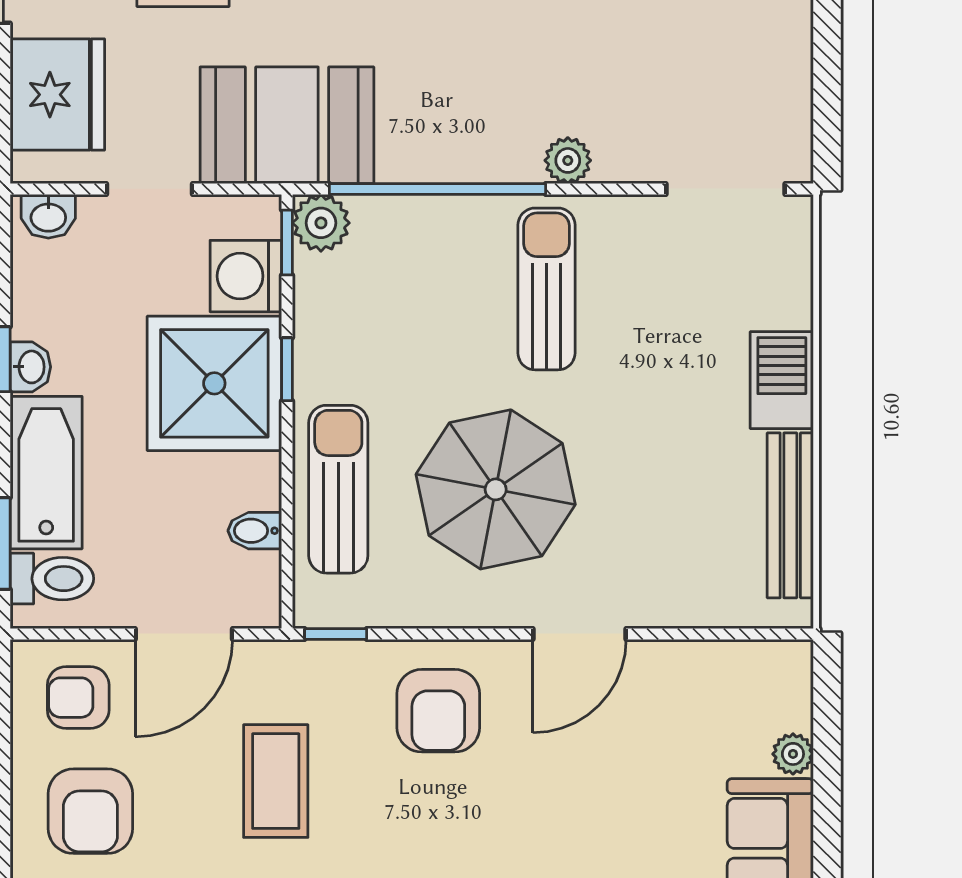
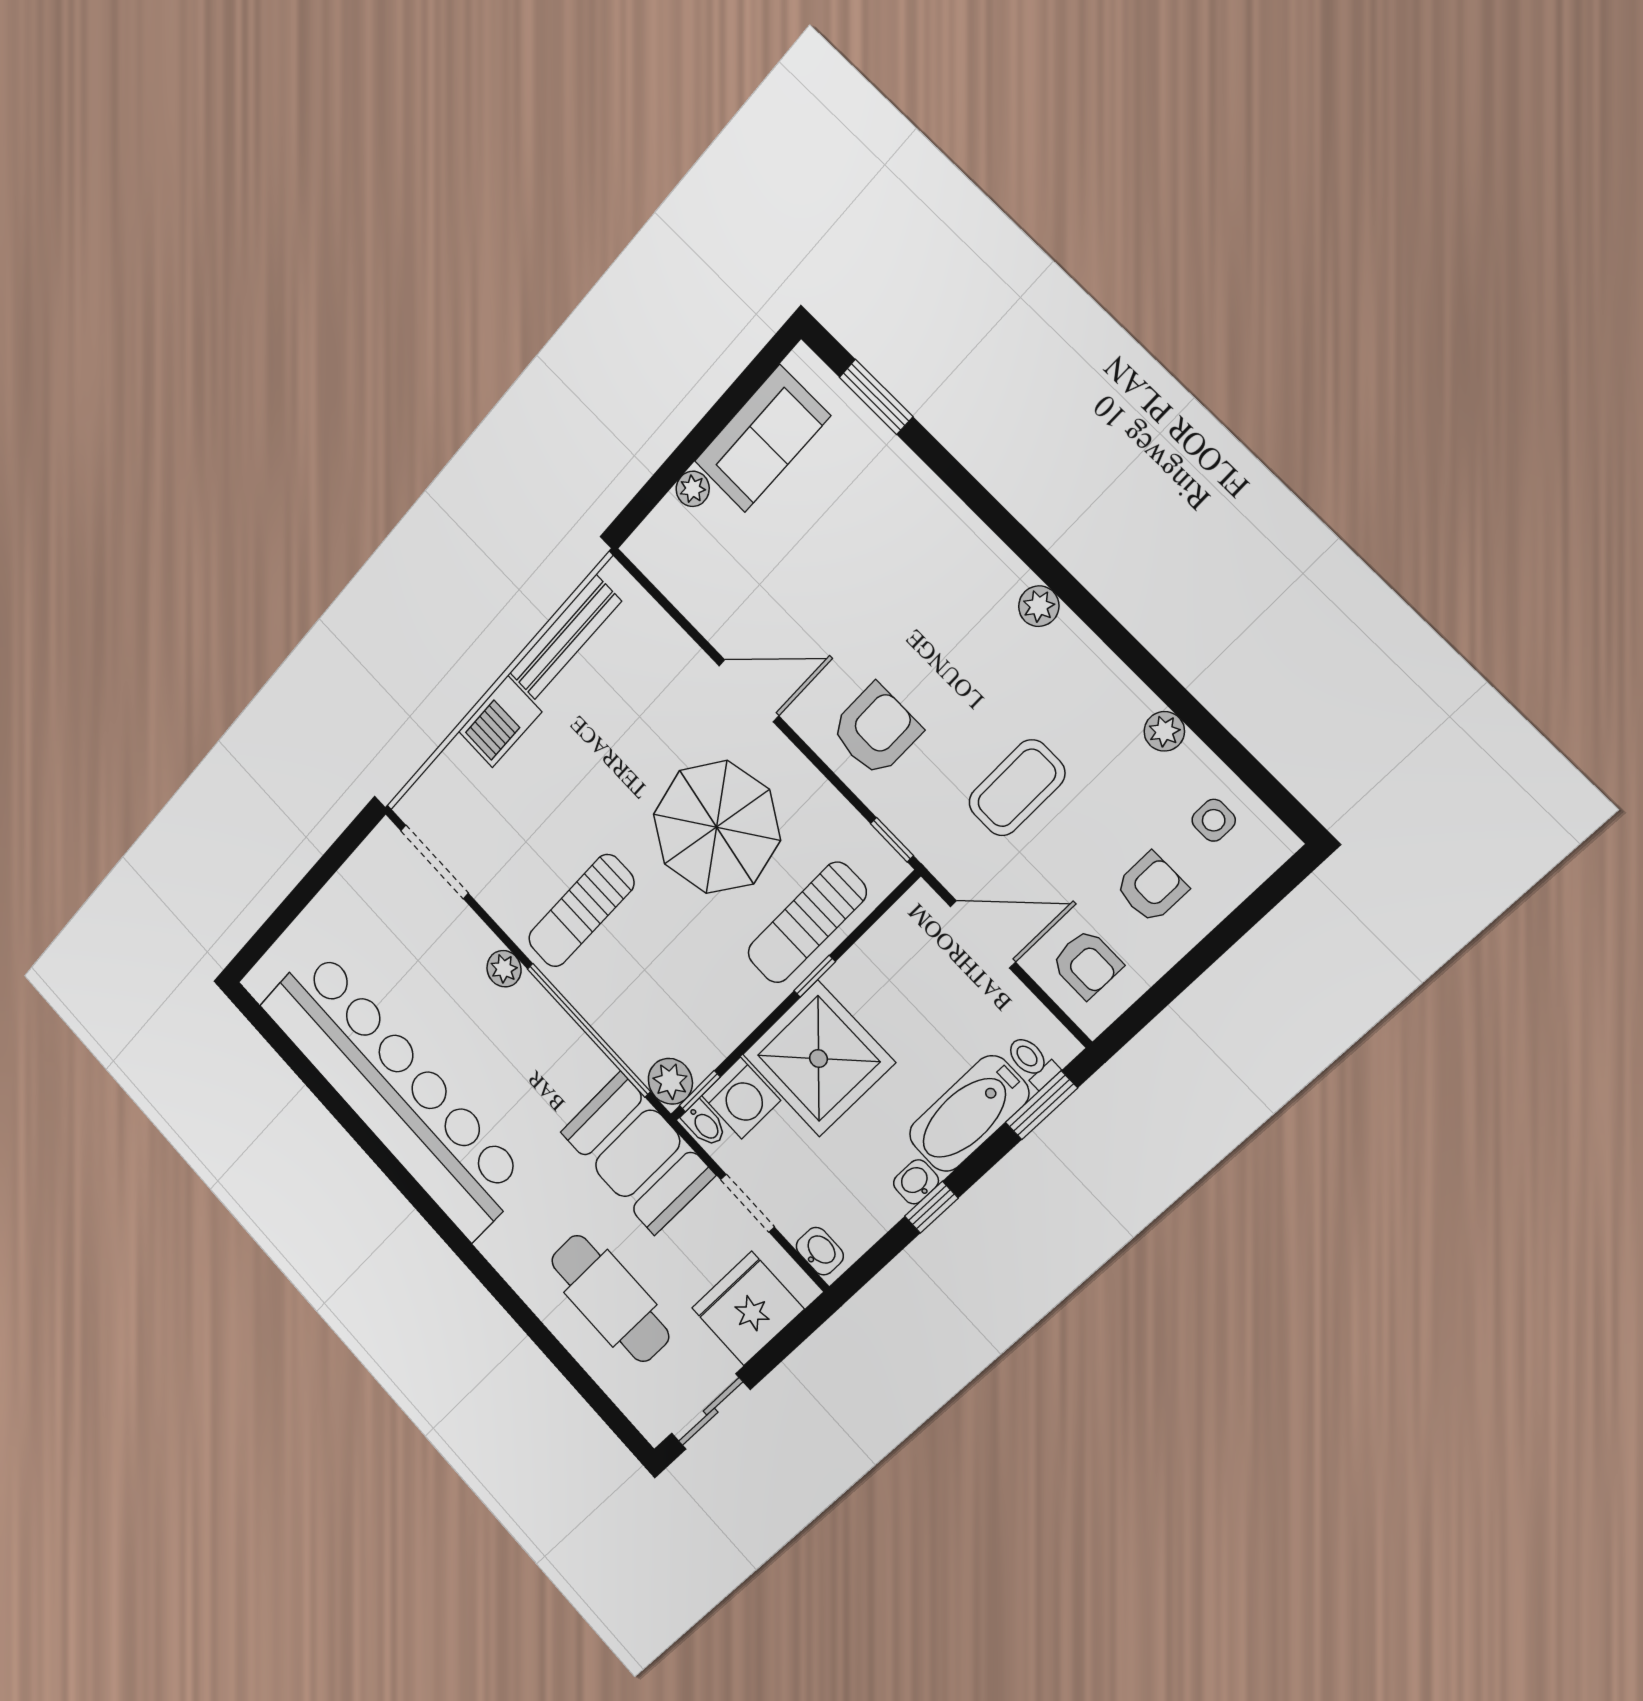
window: (287, 369) -> (815, 976), moved
bidet: (255, 531) -> (704, 1124), moved
toilet: (52, 579) -> (1032, 1061), width x0.73, depth x0.72
armchair: (90, 811) -> (1151, 887), width x0.72, depth x0.72

